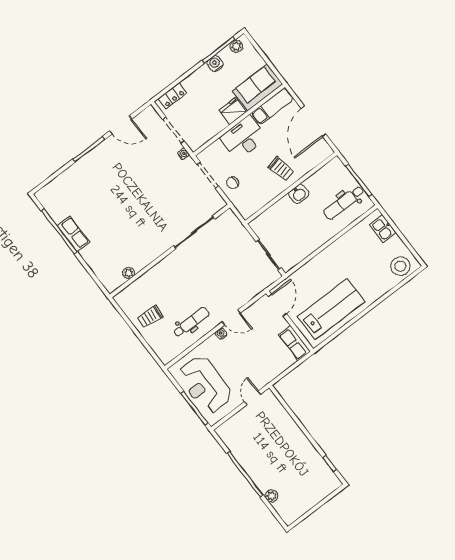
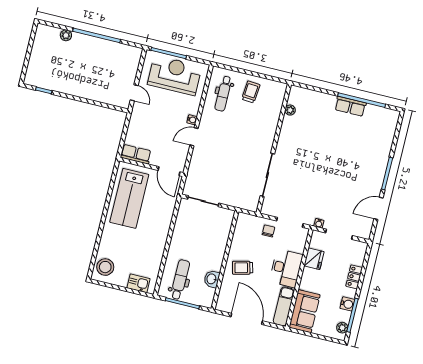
locker: (173, 96) -> (354, 277), moved
fridge: (233, 111) -> (314, 259), moved
washbasin: (299, 194) -> (212, 279), moved
dental chair: (191, 322) -> (223, 94), moved

